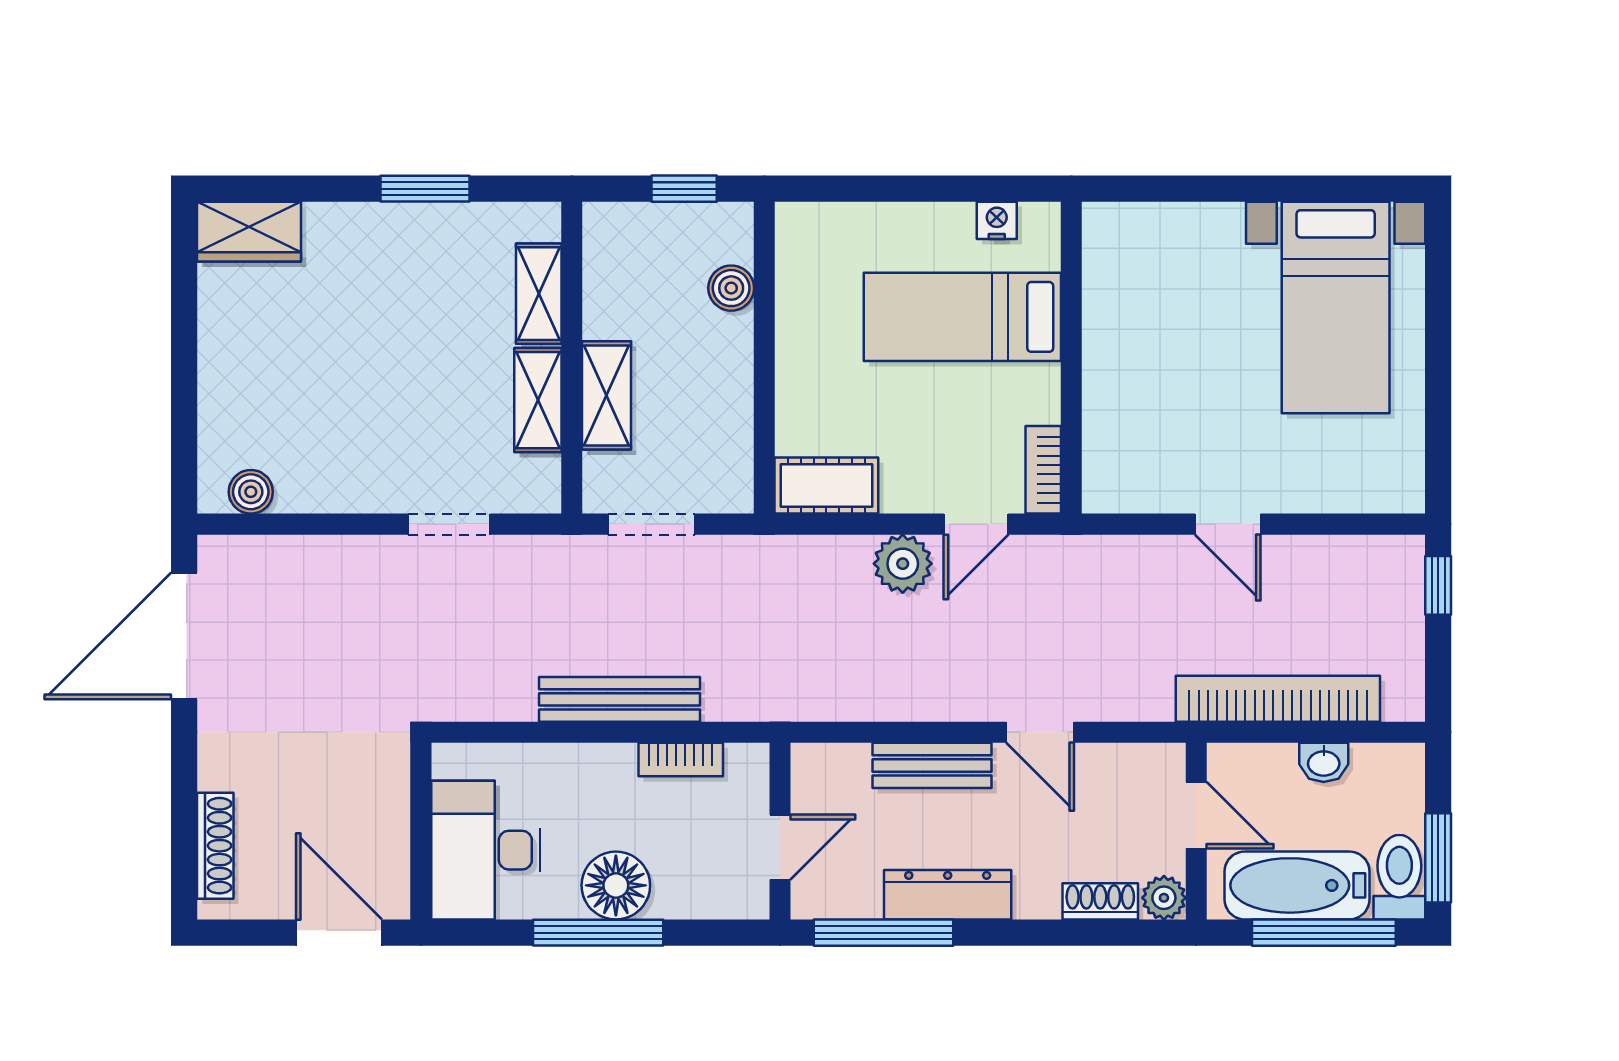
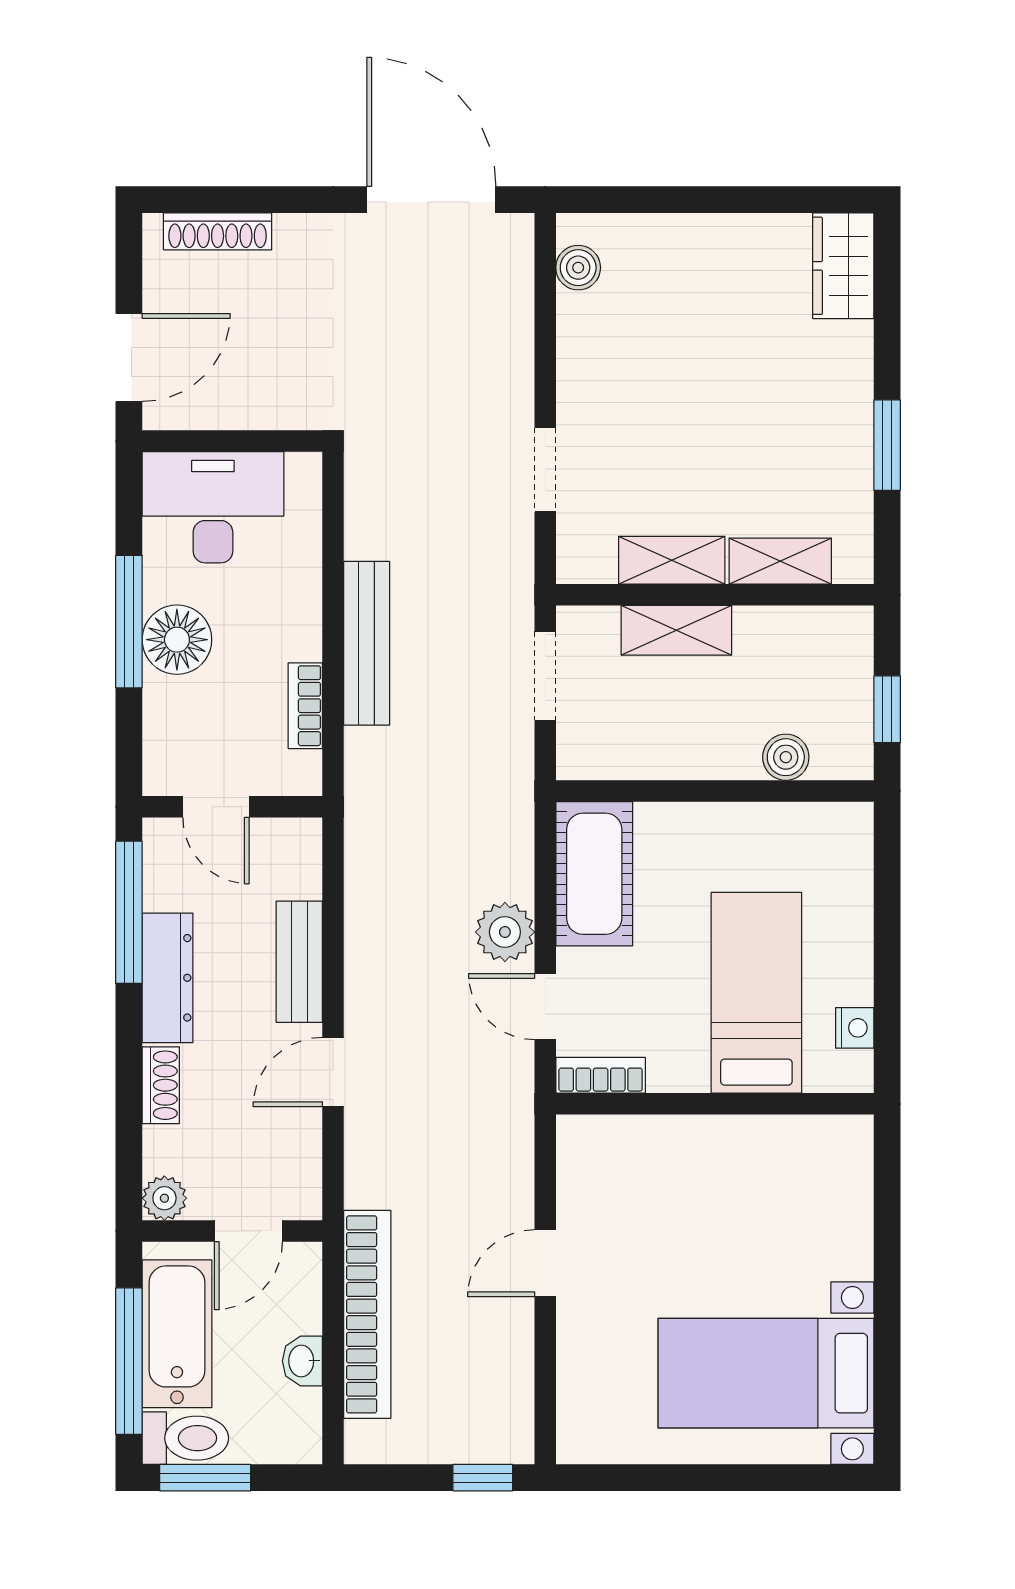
cot: (826, 486) -> (594, 874), width x1.37, depth x1.34
shoe rack: (1100, 901) -> (161, 1085), moved

